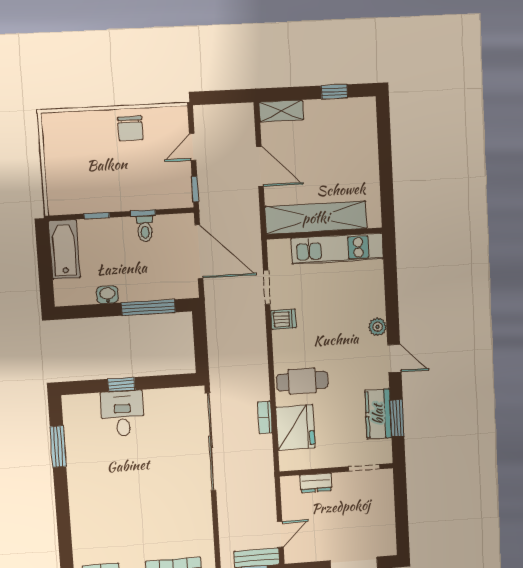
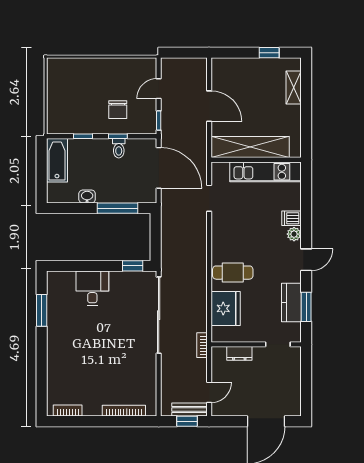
shelving: (281, 111) -> (294, 88), moved, turned 90
chair: (130, 128) -> (118, 110), moved
dishwasher: (283, 319) -> (291, 218), moved, turned 180
door: (394, 358) -> (306, 260), hinge flipped
window: (121, 385) -> (133, 266), moved
bookcase: (265, 417) -> (202, 345), moved

